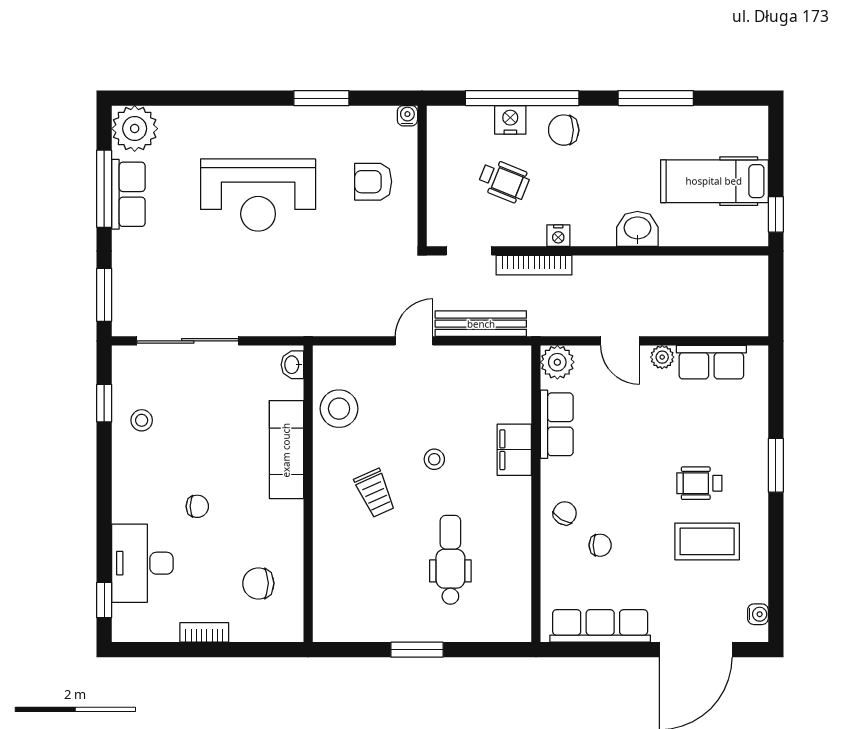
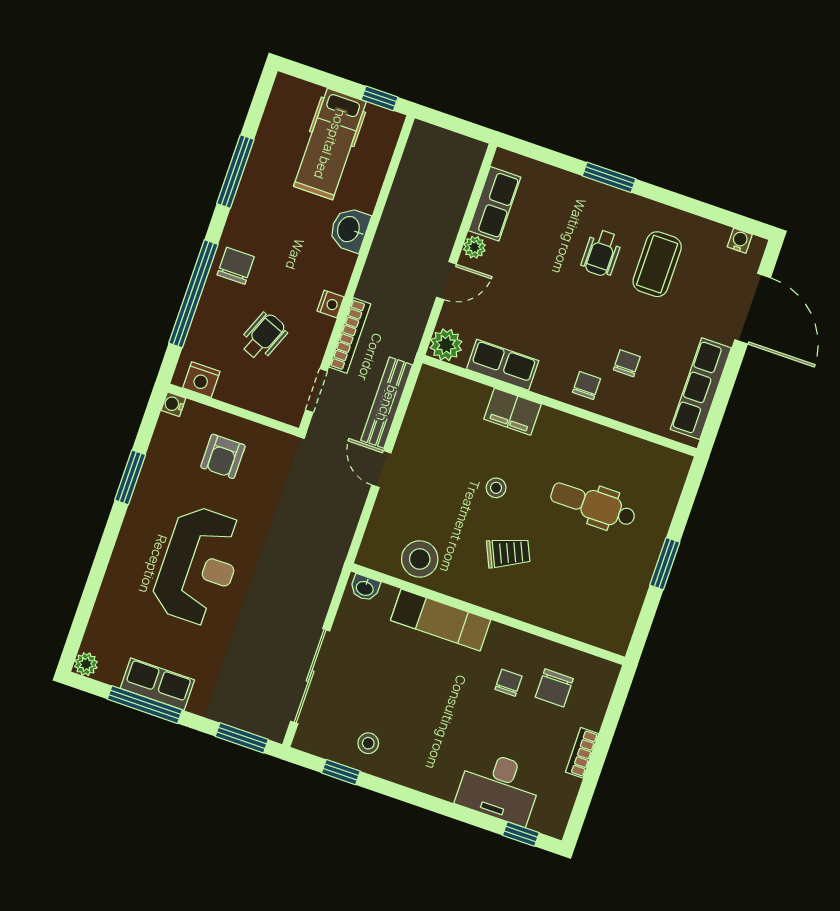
nightstand: (510, 120) -> (201, 380), moved, turned -90
plant: (135, 129) -> (86, 664), width x0.53, depth x0.53
chair: (564, 130) -> (236, 266), turned 180
chair: (197, 506) -> (508, 683), moved
chair: (565, 513) -> (587, 385), turned 59

